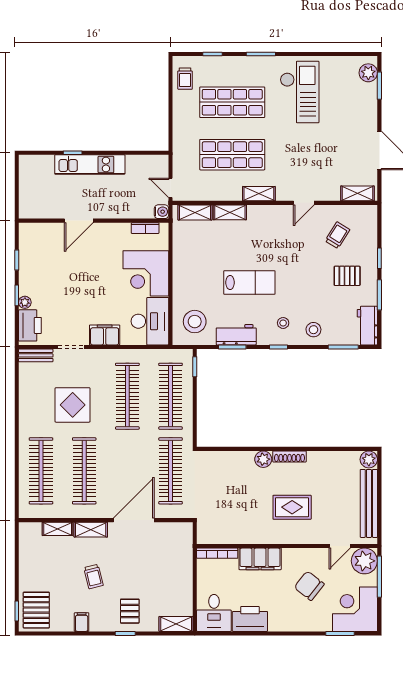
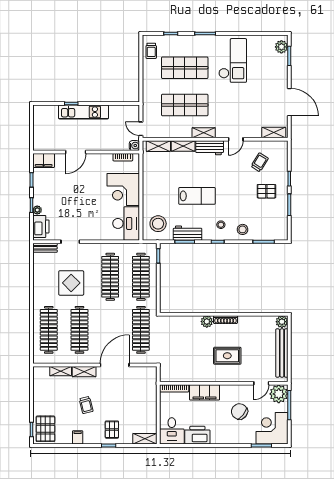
workbench: (367, 326) -> (210, 148), moved, turned -90
filing cabinet: (105, 335) -> (44, 160), moved, turned 180

